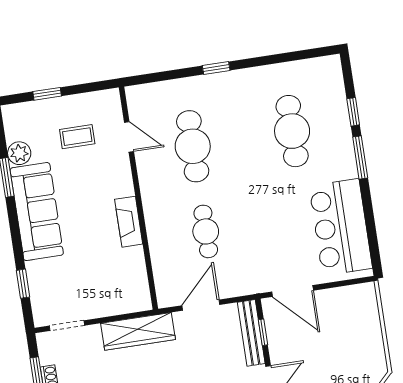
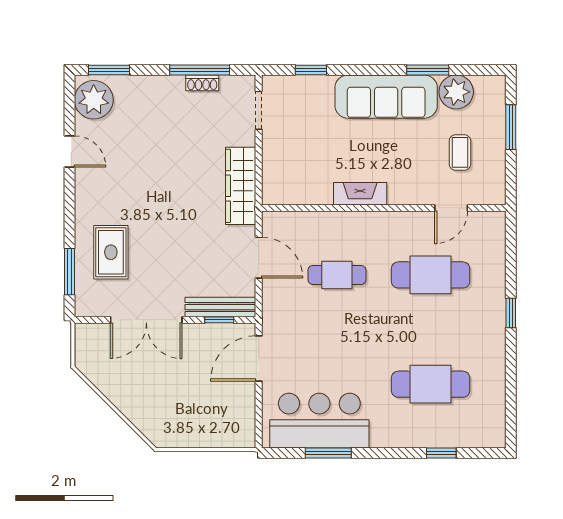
window: (47, 94) -> (511, 127), width x1.50
plant: (19, 153) -> (456, 92), width x1.36, depth x1.36
window: (360, 157) -> (328, 453), moved

